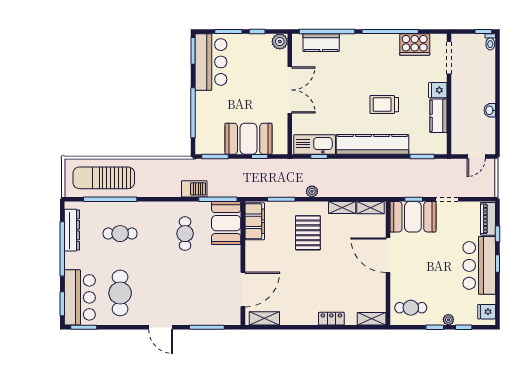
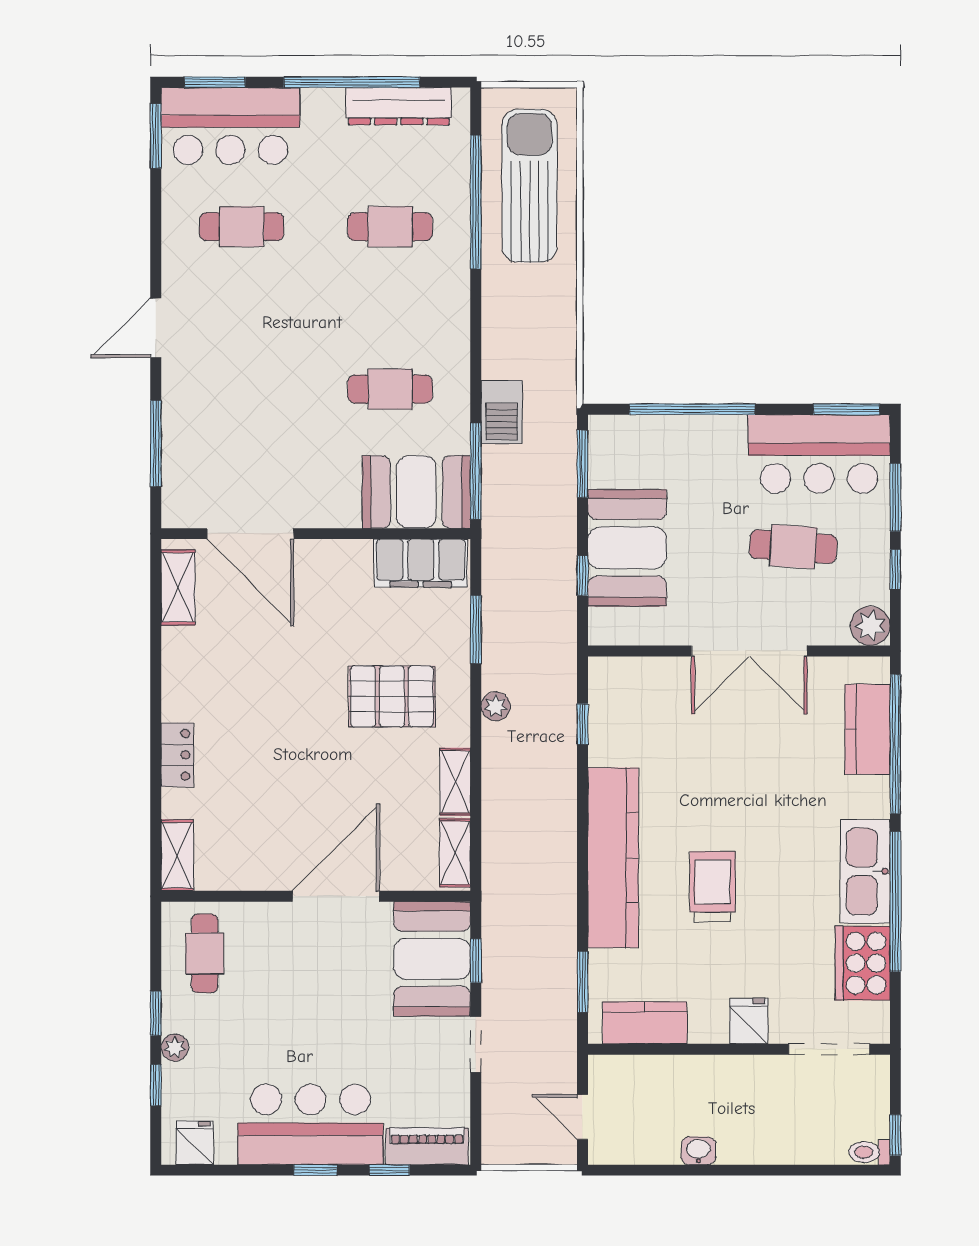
cafe table: (248, 72) -> (793, 547), added
kitchen counter: (439, 116) -> (645, 1023), moved
kitchen sink: (315, 145) -> (865, 871), moved, turned 180
cafe table: (120, 234) -> (390, 227), turned 90
cafe table: (120, 293) -> (242, 227), width x0.73, depth x0.74

